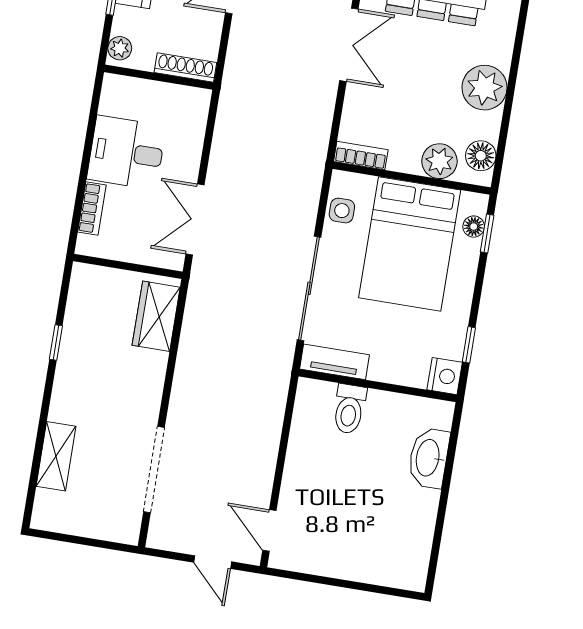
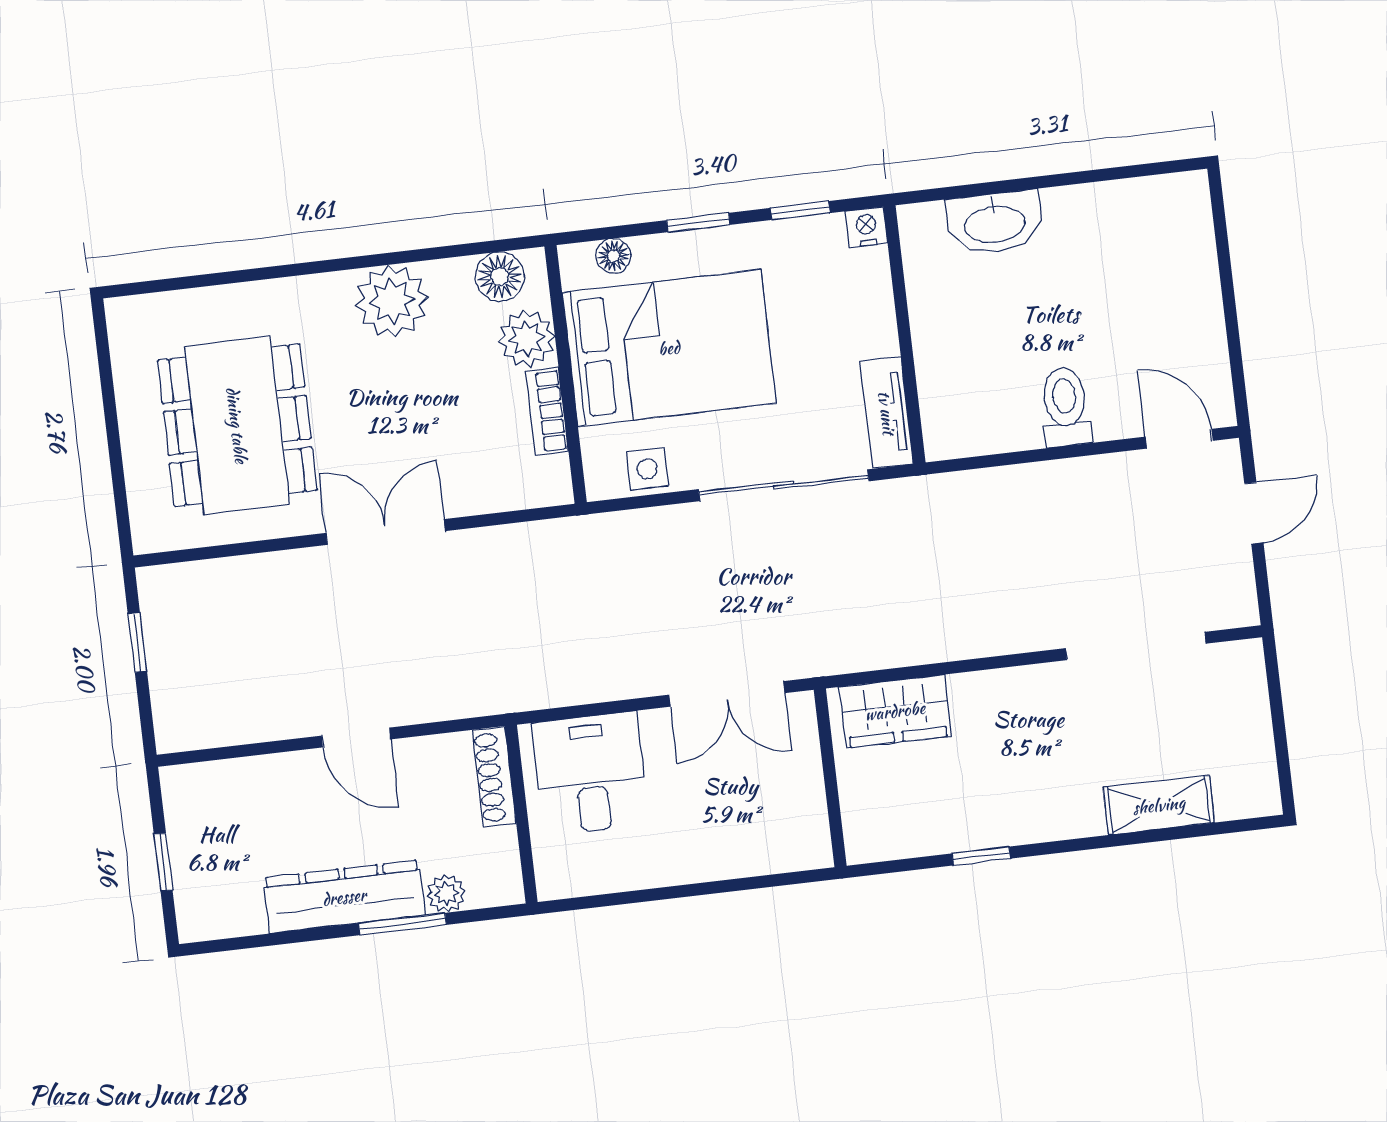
plant: (120, 48) -> (446, 894), moved
desk: (126, 153) -> (590, 774), moved, turned 180
bookcase: (361, 156) -> (547, 411), moved
bookcase: (92, 208) -> (756, 860), removed
window: (487, 234) -> (698, 222), moved
nightstand: (445, 376) -> (866, 227), width x0.72, depth x0.74
toilet: (349, 409) -> (1065, 407), moved, turned -90
door: (269, 530) -> (1179, 439), swing flipped

